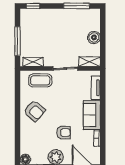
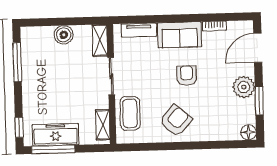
freezer: (27, 30) -> (56, 135), added
window: (18, 41) -> (53, 149), moved
armchair: (64, 133) -> (187, 76), moved

